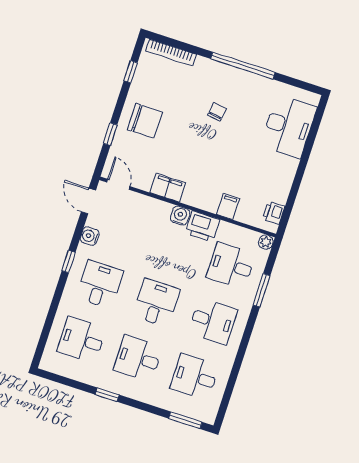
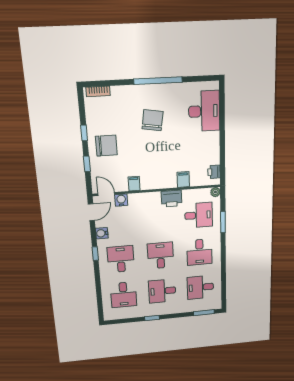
bookcase: (171, 53) -> (98, 91), width x0.64
window: (131, 72) -> (84, 133), moved
chair: (217, 112) -> (153, 120), width x1.87, depth x1.87
filing cabinet: (168, 188) -> (134, 184), width x0.50
door: (88, 201) -> (91, 212), swing flipped
water cooler: (180, 216) -> (121, 200), moved
desk: (231, 266) -> (199, 215), turned 180
desk: (213, 321) -> (199, 252), turned 90
desk: (82, 340) -> (124, 295), turned -90

